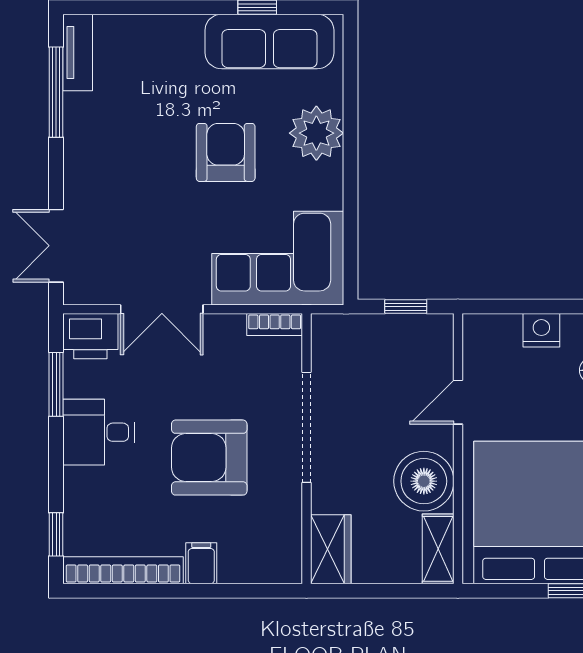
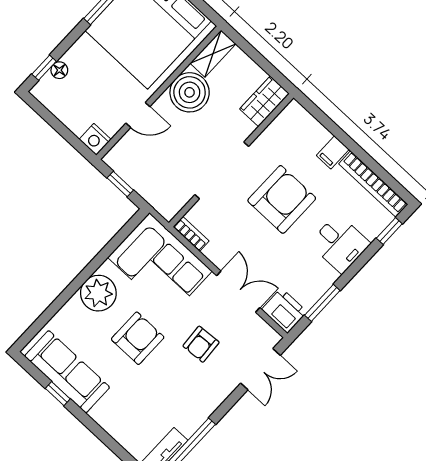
plant: (316, 133) -> (98, 293), moved
armchair: (226, 152) -> (138, 338), turned 180
armchair: (149, 212) -> (201, 344), added
nightstand: (541, 330) -> (95, 139), moved
desk: (99, 432) -> (340, 243), moved
armchair: (209, 458) -> (282, 199), turned -90

